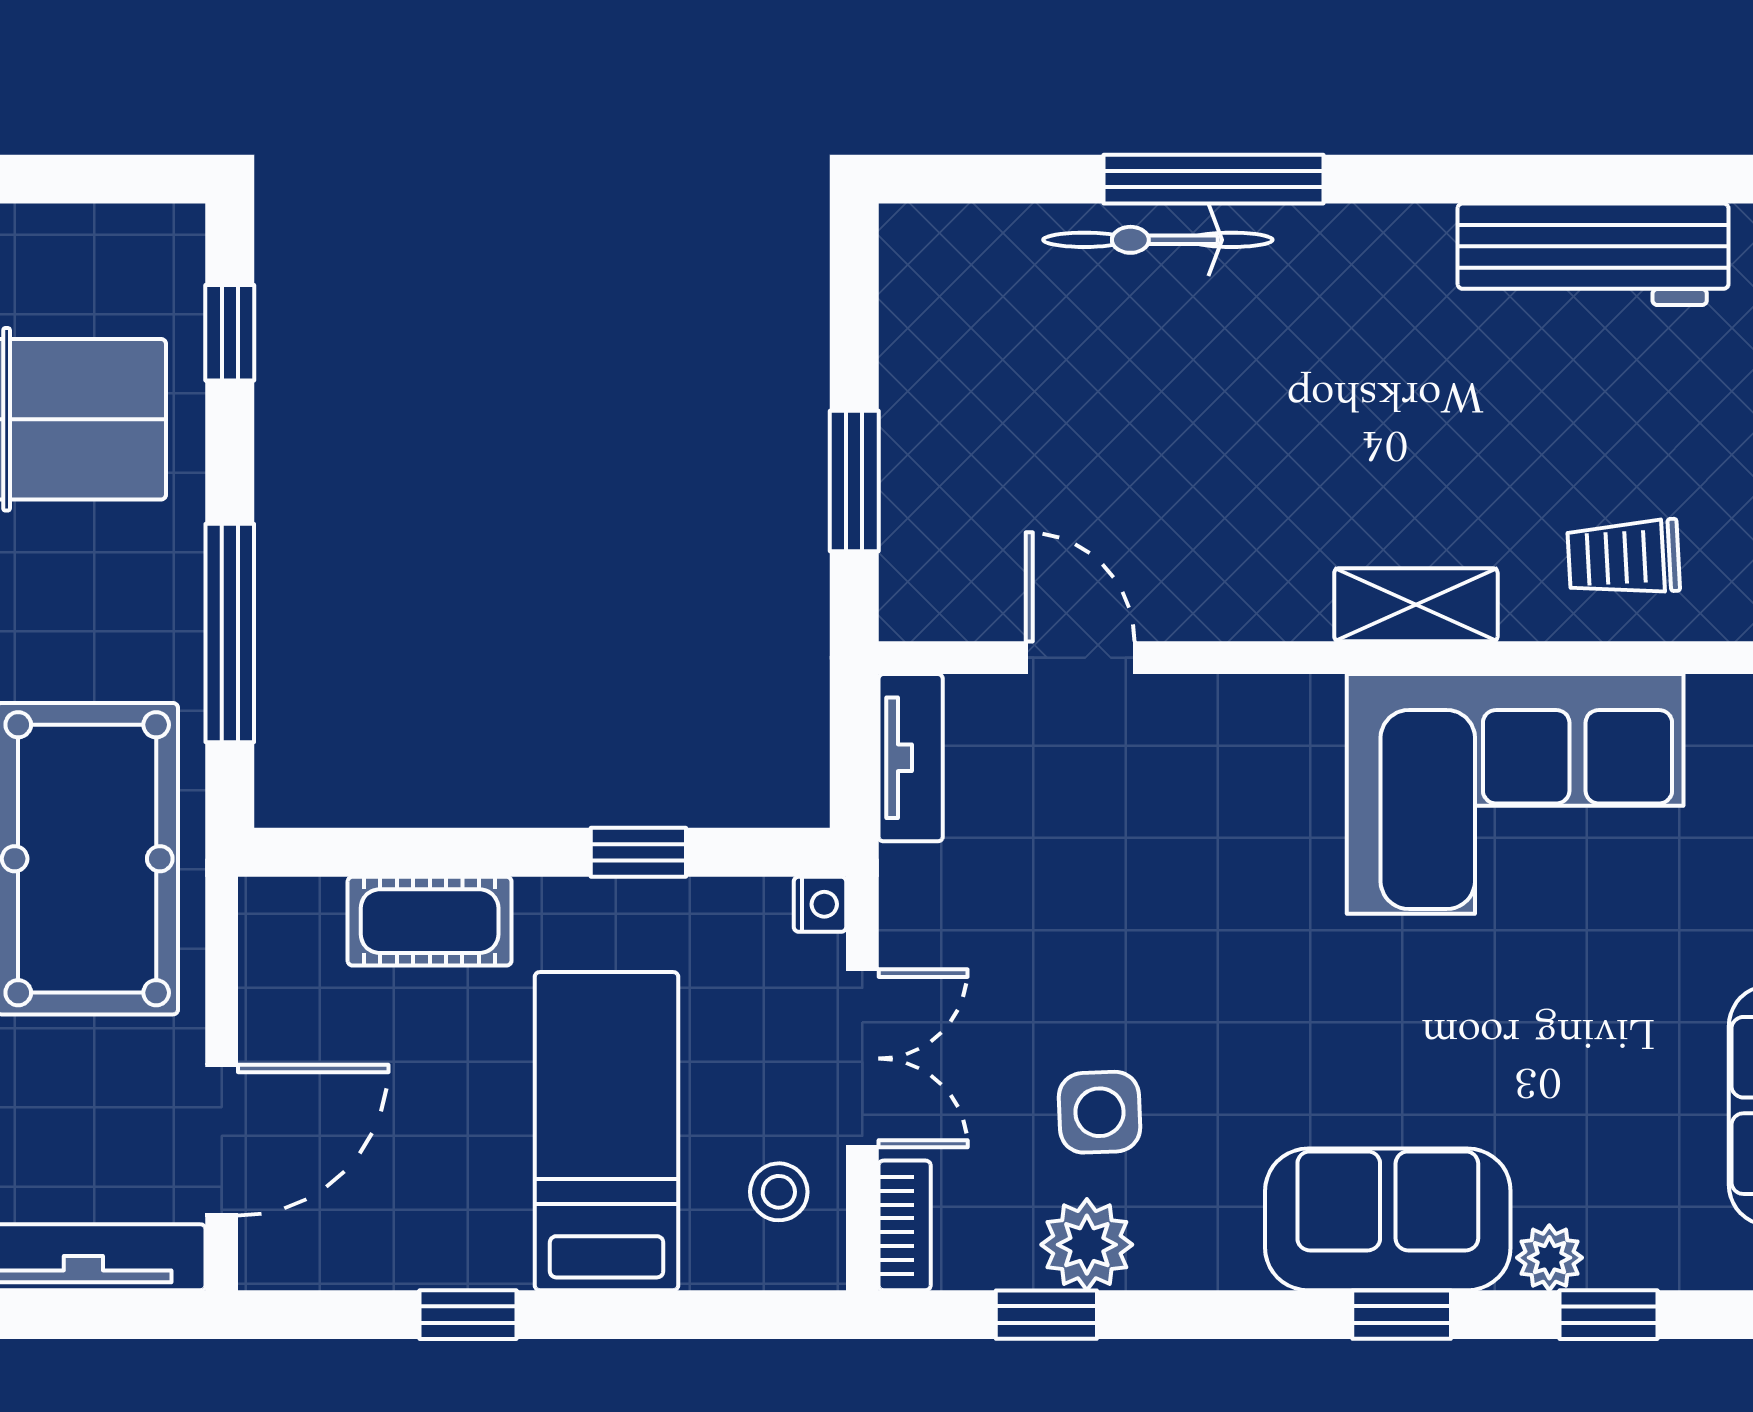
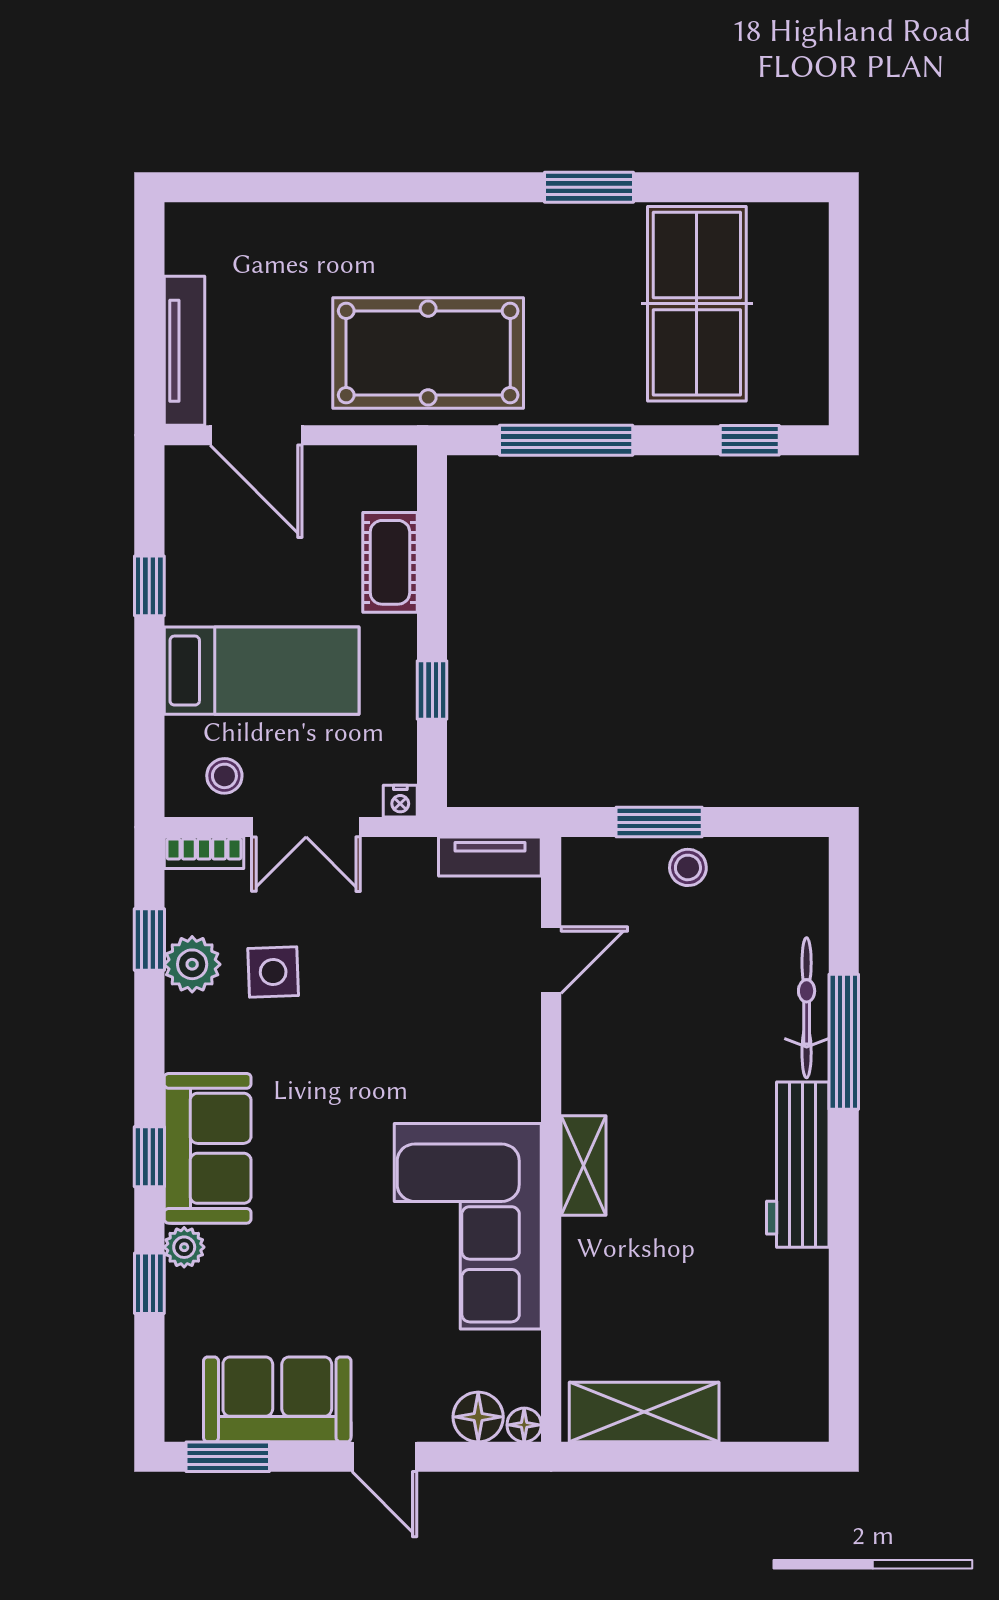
workbench: (1593, 254) -> (798, 1165), moved
stool: (929, 434) -> (688, 867), added
trolley: (1624, 558) -> (612, 1293), removed

